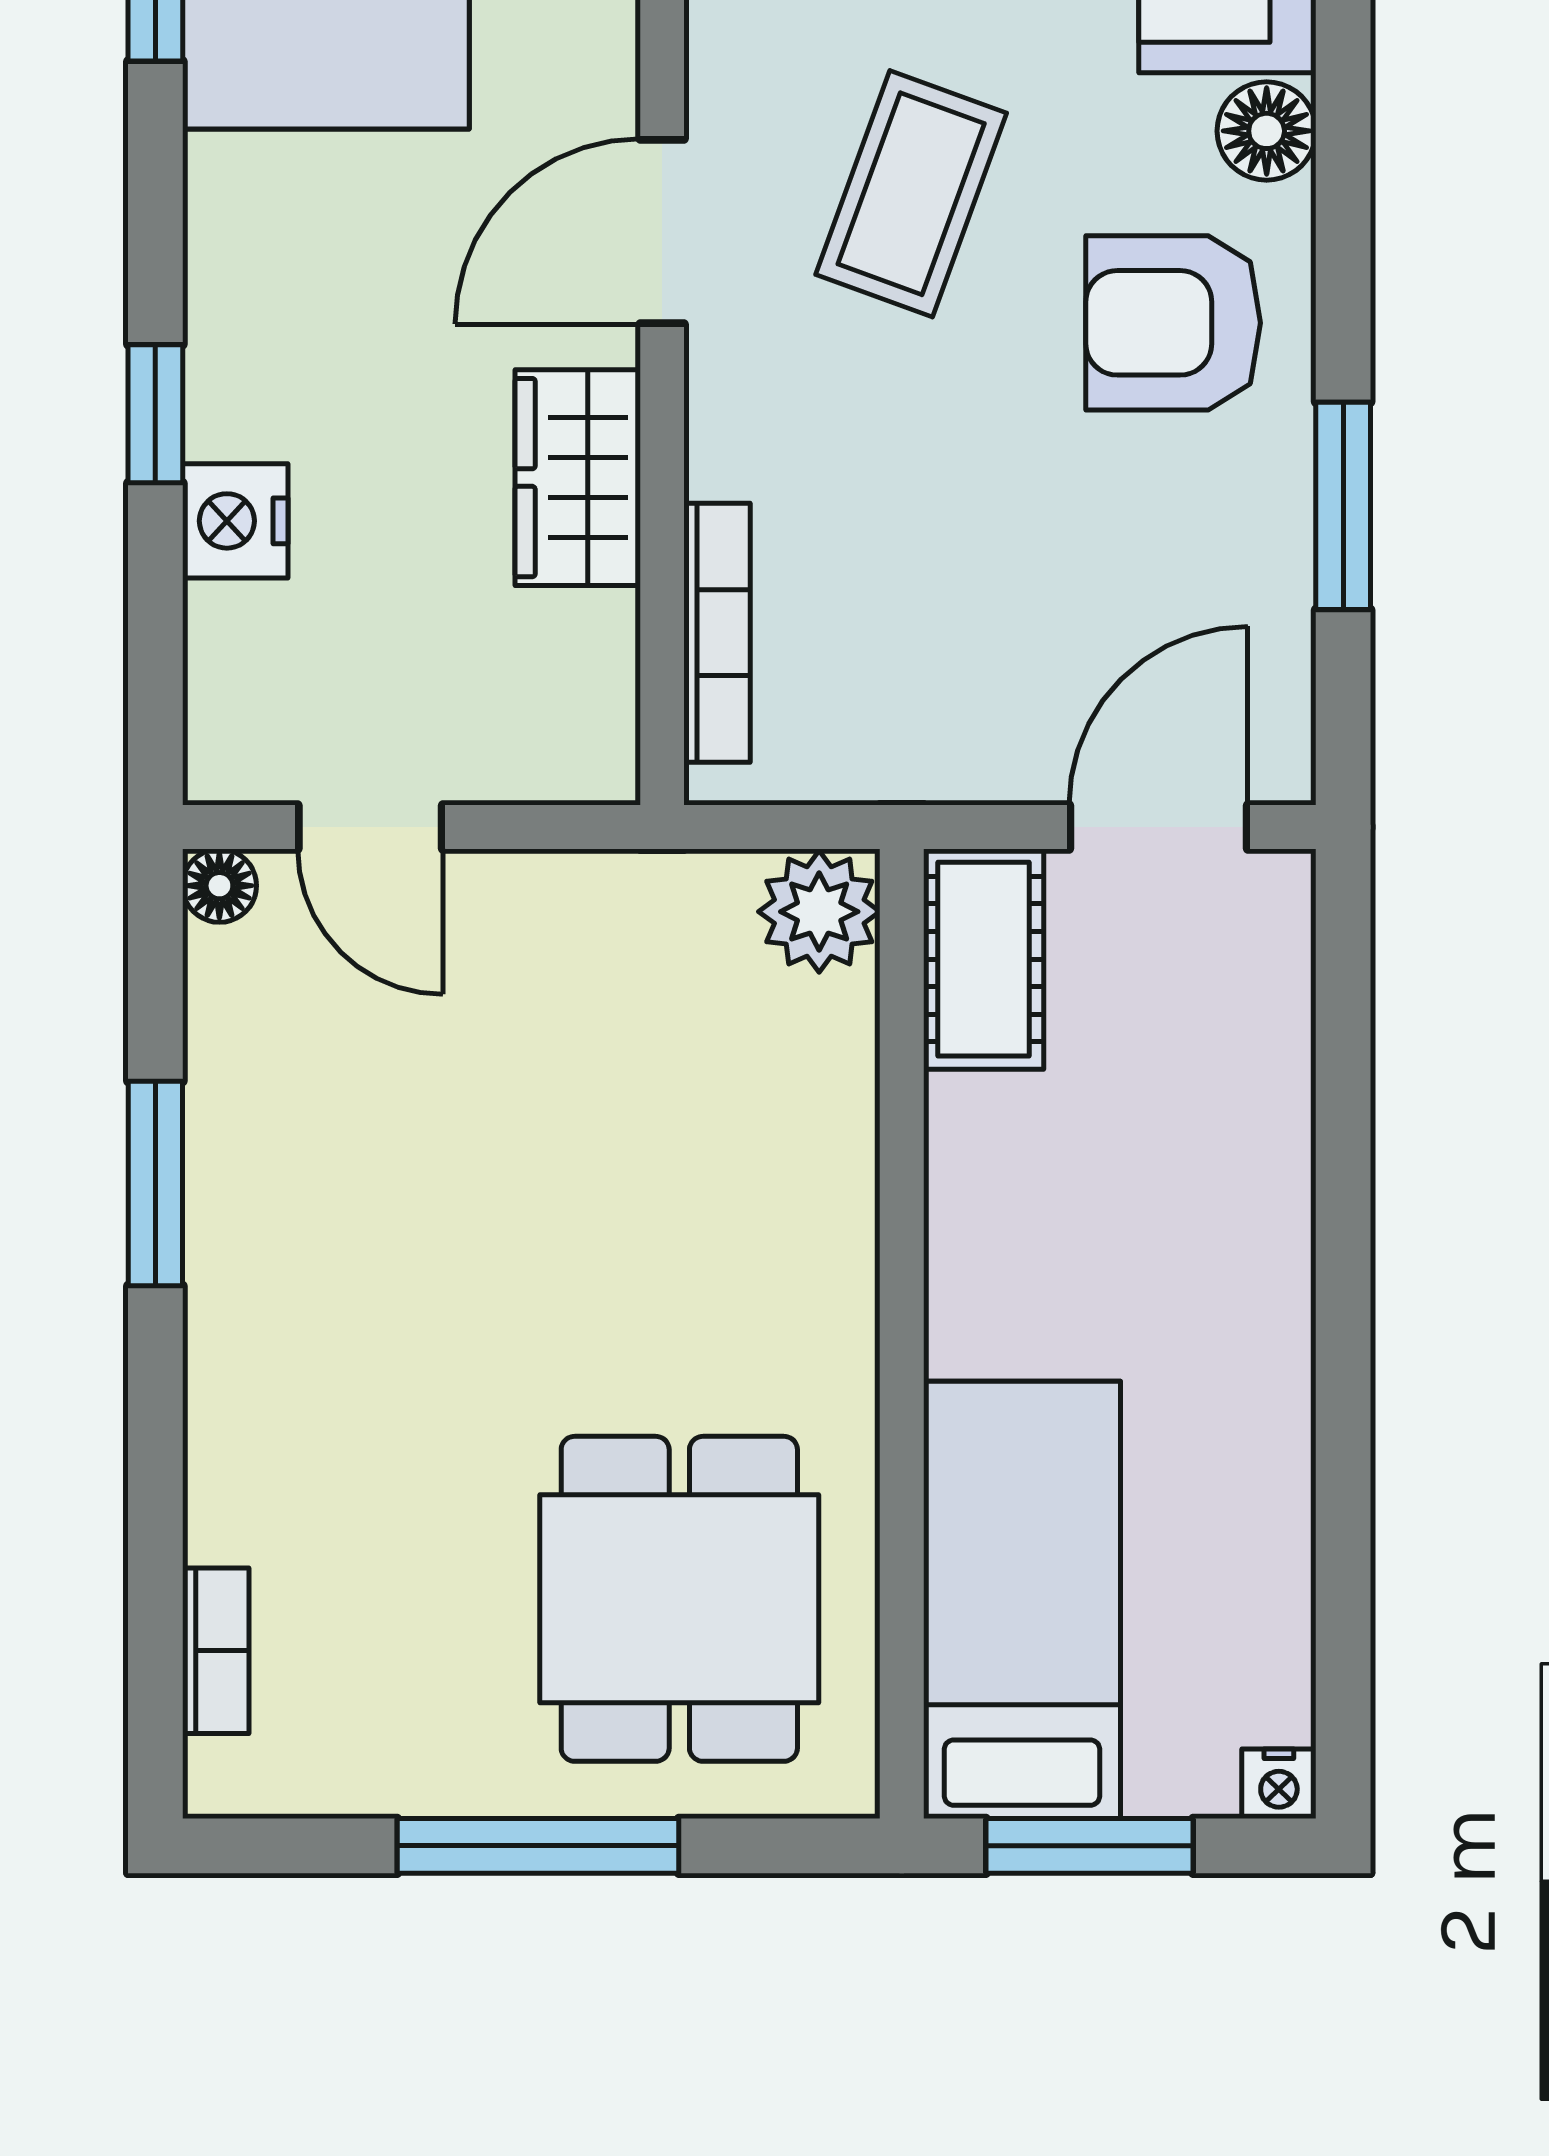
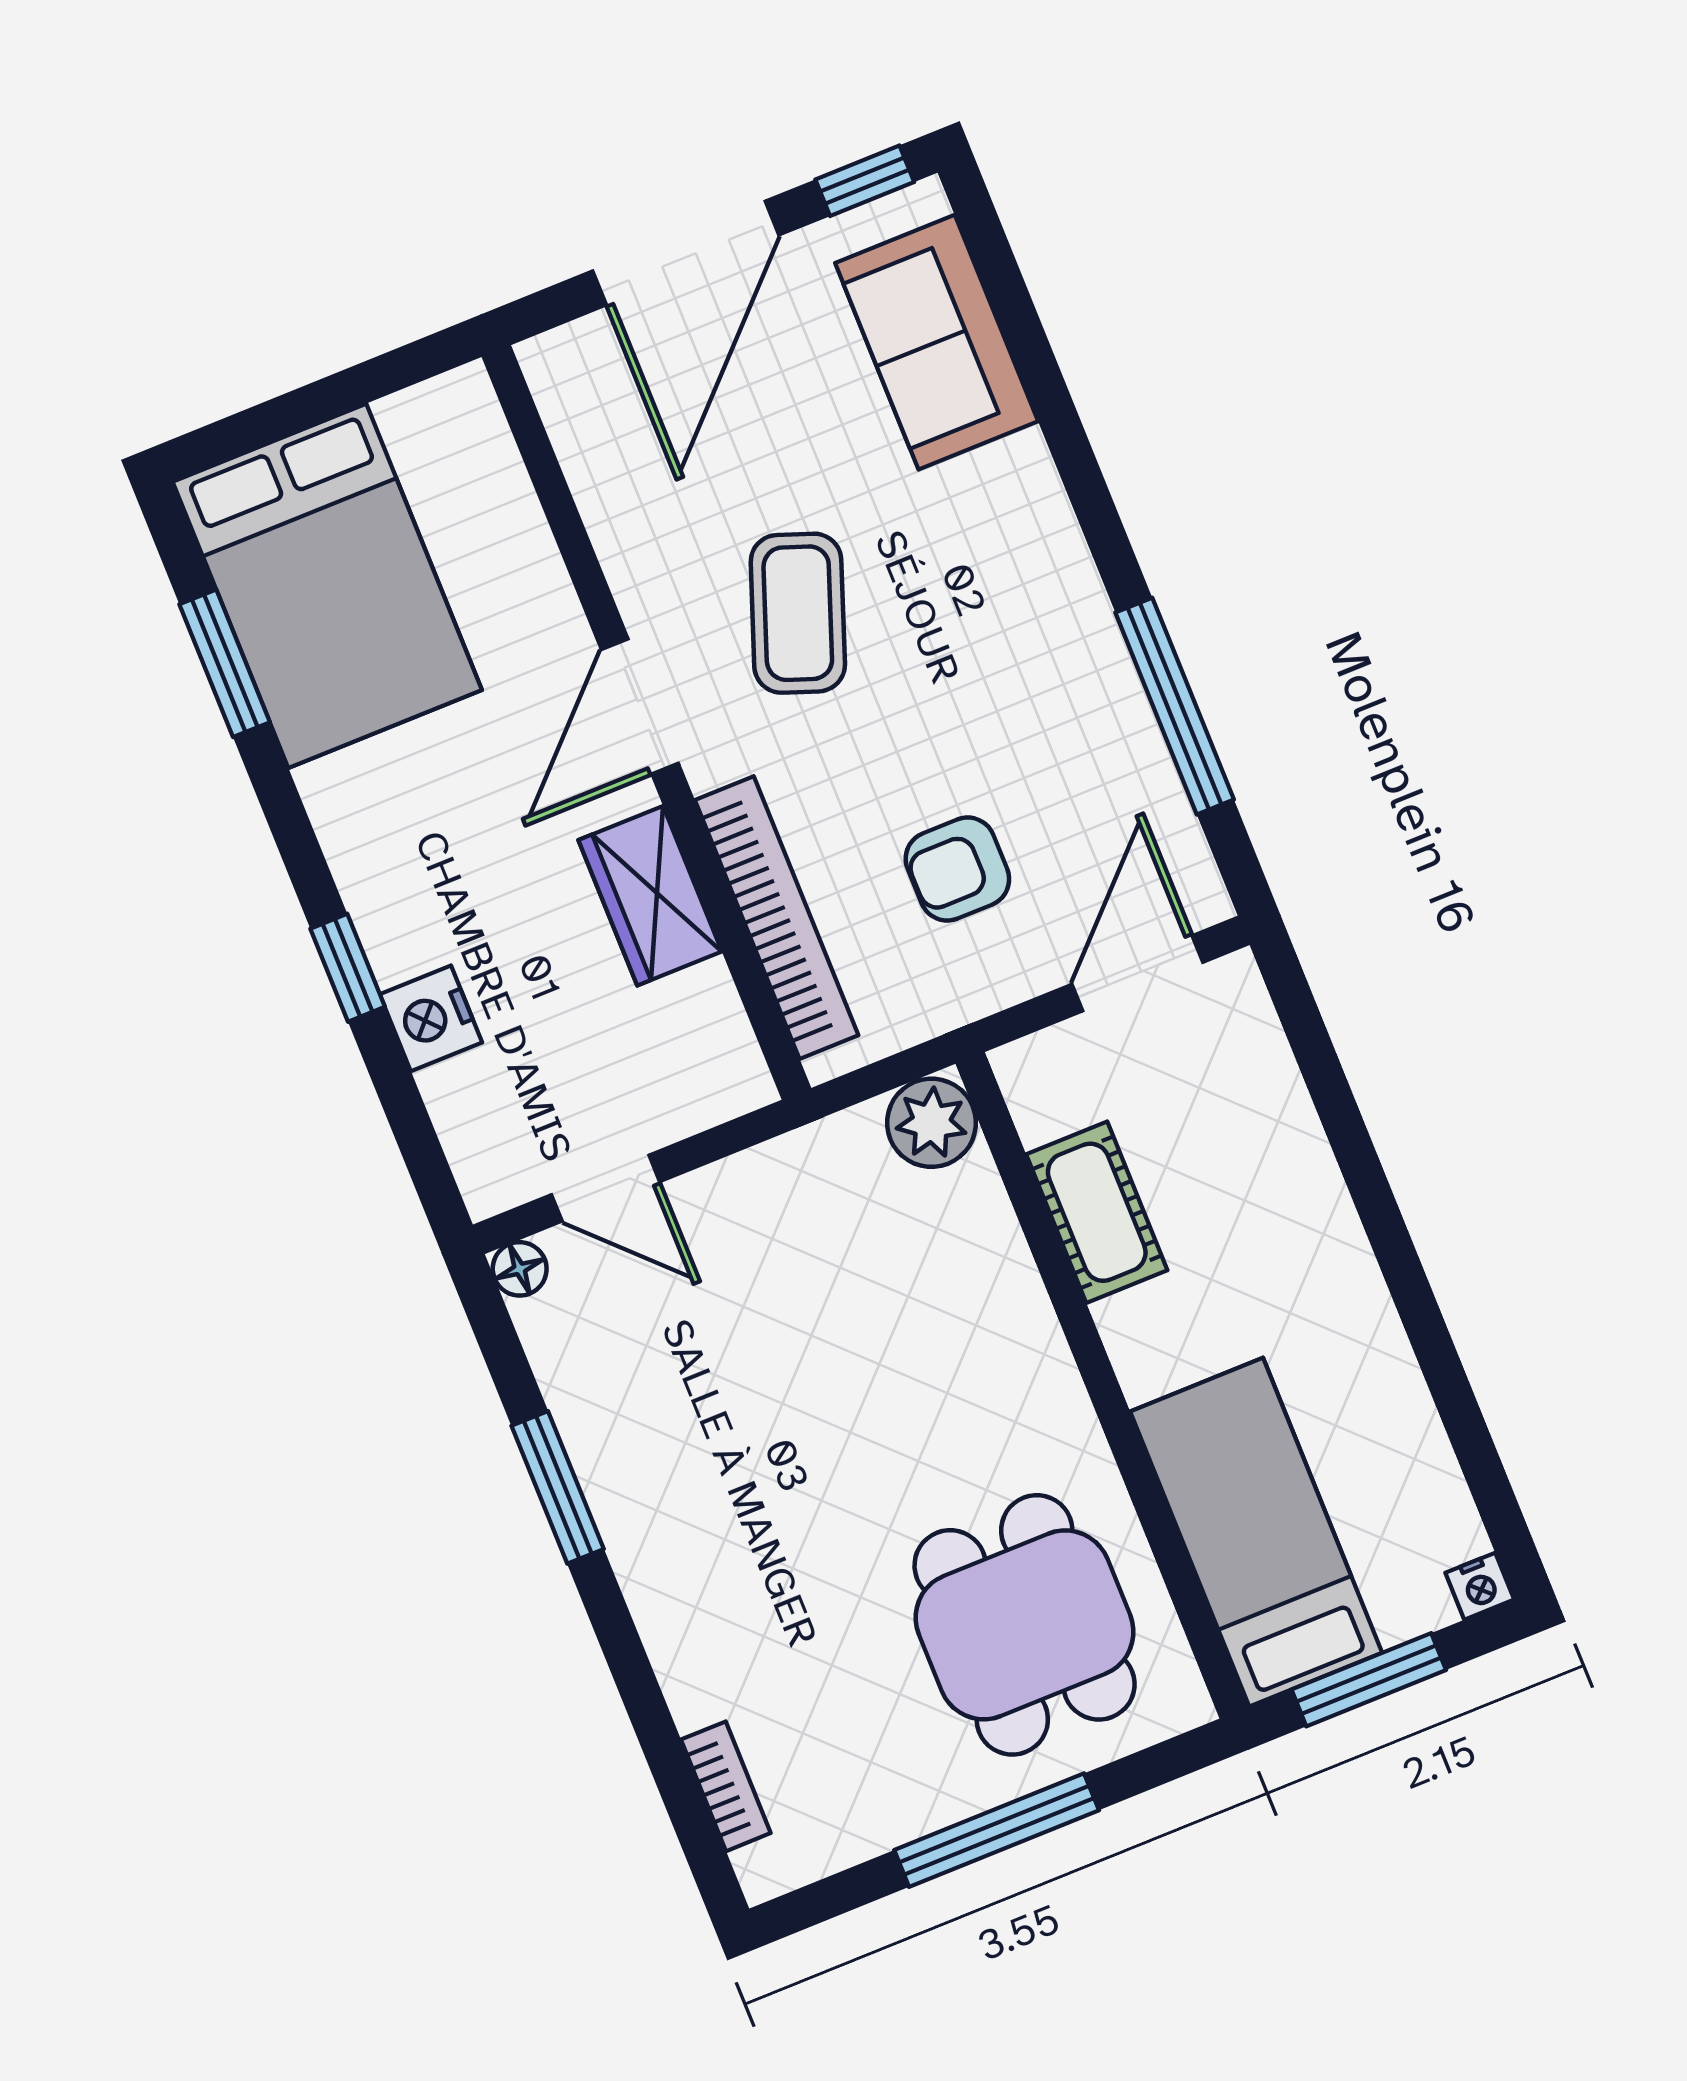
floor lamp: (1267, 131) -> (1021, 474), removed
armchair: (1173, 323) -> (957, 869), moved, width x0.72, depth x0.72
window: (1343, 506) -> (1175, 706), width x1.44
bookcase: (717, 633) -> (777, 918), width x1.48, depth x1.31
cot: (984, 959) -> (1097, 1212), moved

